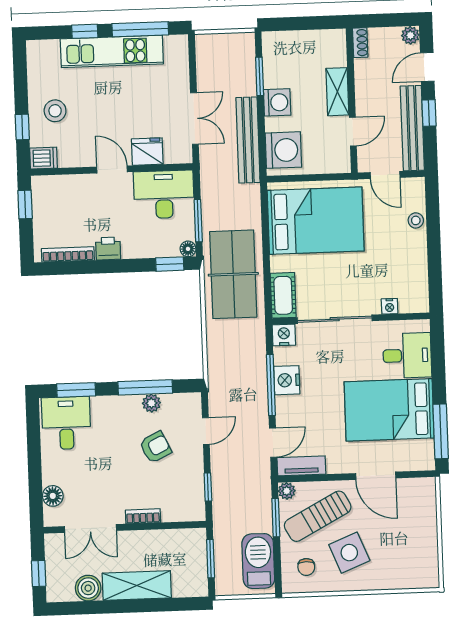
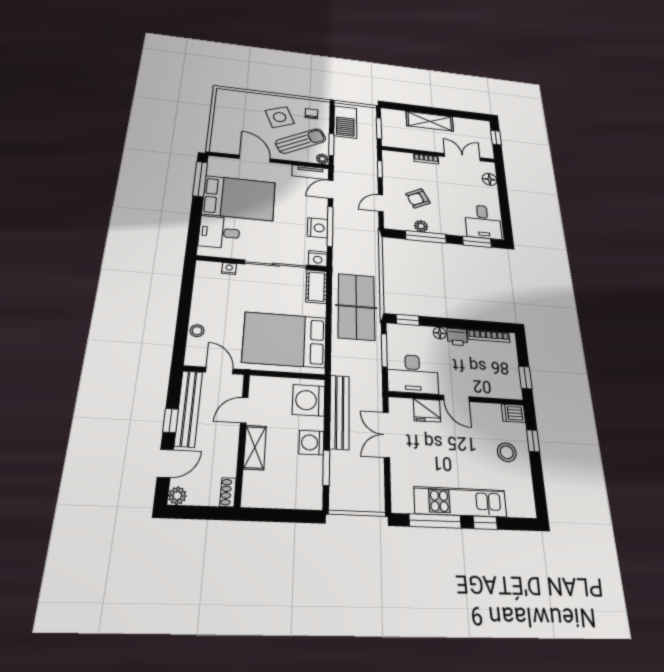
floor lamp: (188, 249) -> (440, 333), moved
boiler: (88, 588) -> (462, 125), removed

